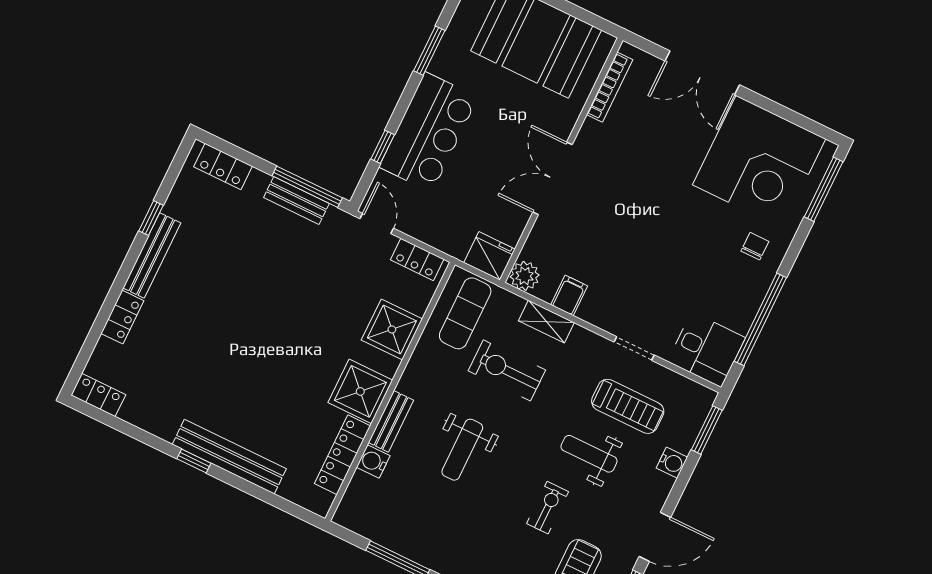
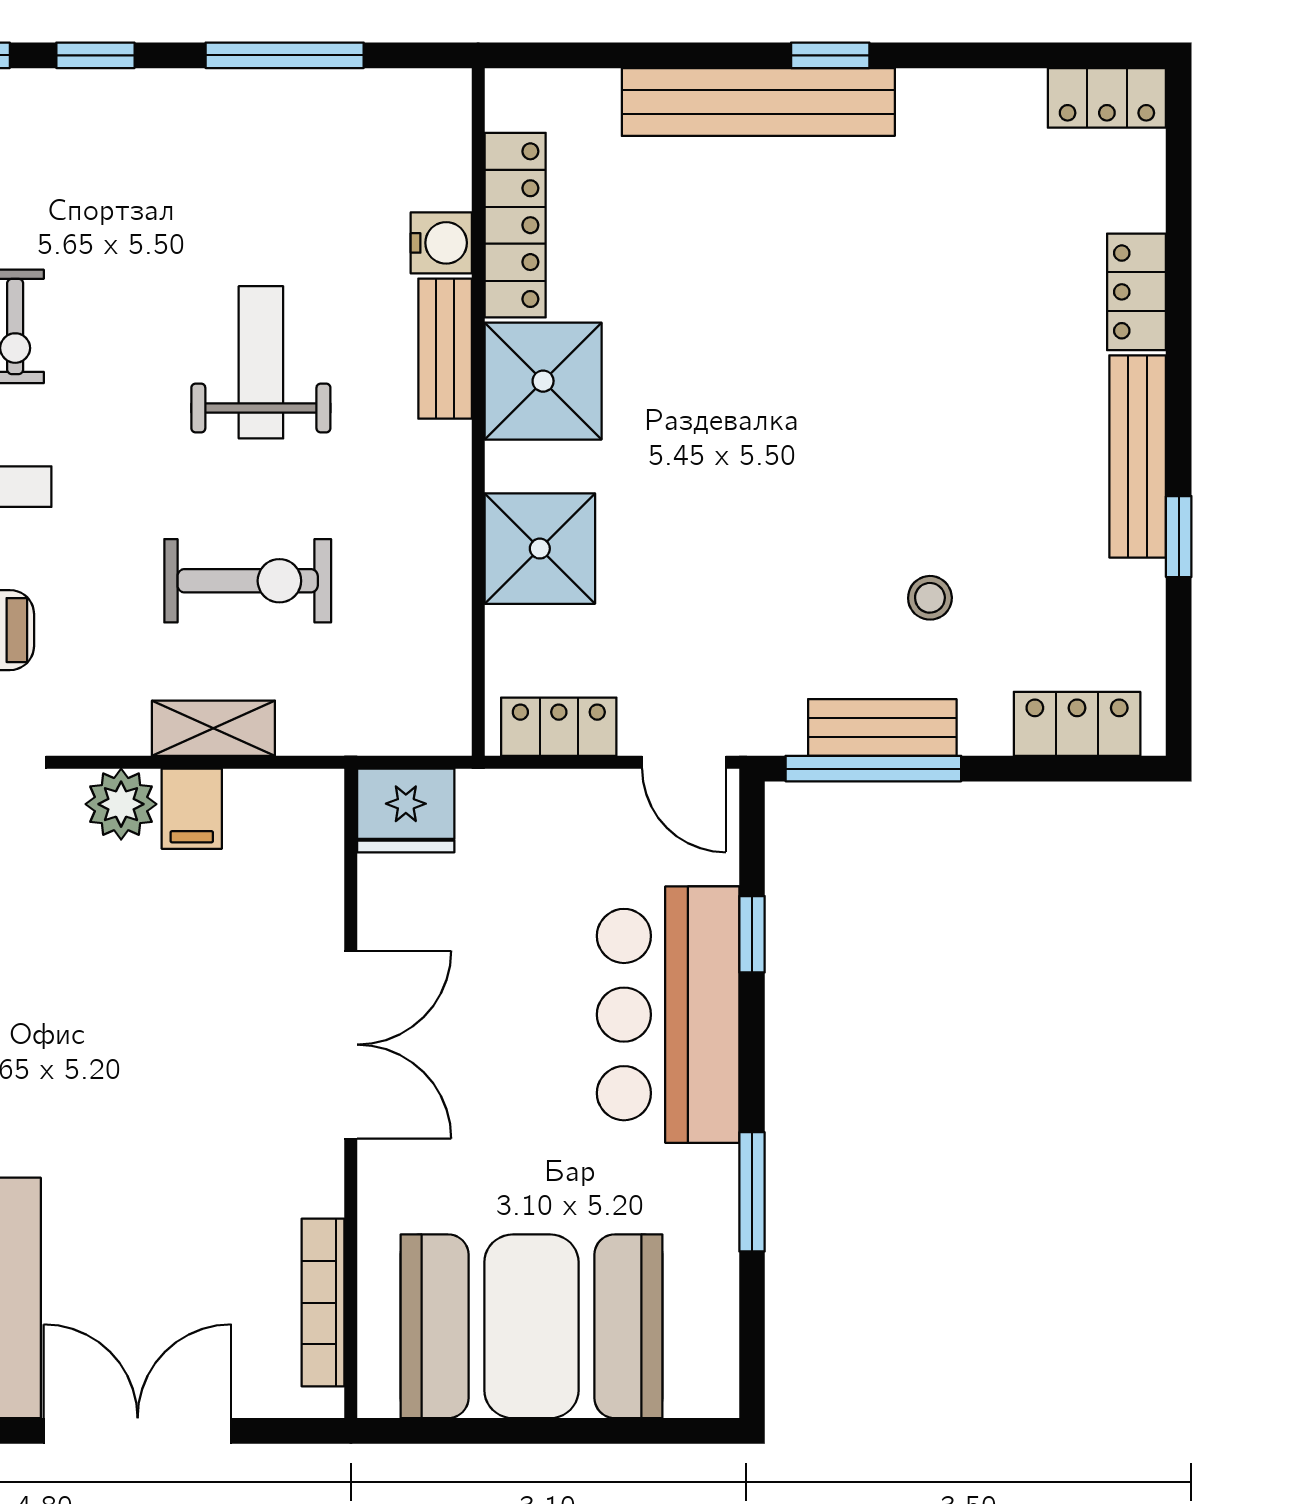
stool: (255, 240) -> (930, 598), added
plant: (525, 276) -> (121, 804), moved
exercise mat: (465, 313) -> (398, 660), removed

